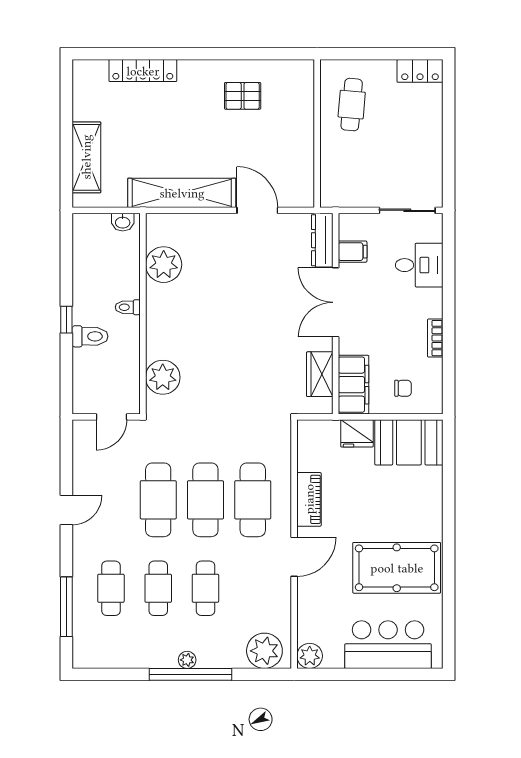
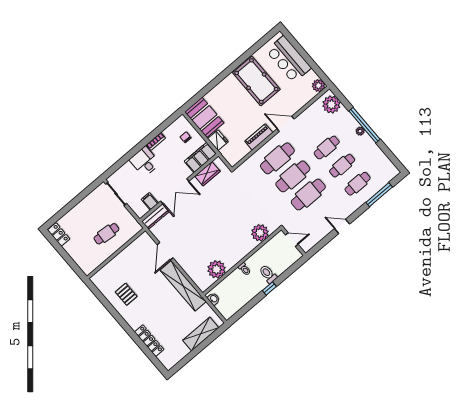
cafe table: (352, 105) -> (106, 234), moved
desk: (419, 265) -> (145, 162), moved

